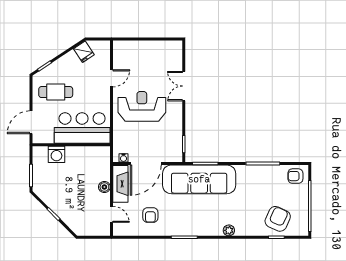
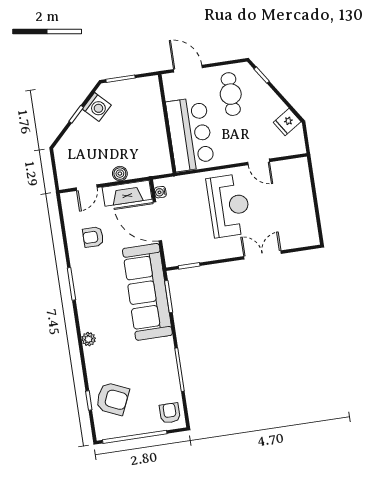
washing machine: (56, 154) -> (97, 107), moved, turned -135

